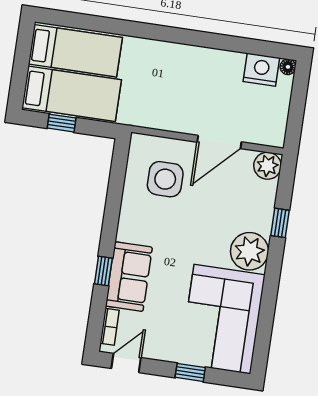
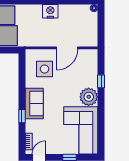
nightstand: (261, 70) -> (50, 11), moved
plant: (267, 166) -> (91, 56), removed
sofa: (129, 277) -> (34, 103), moved

